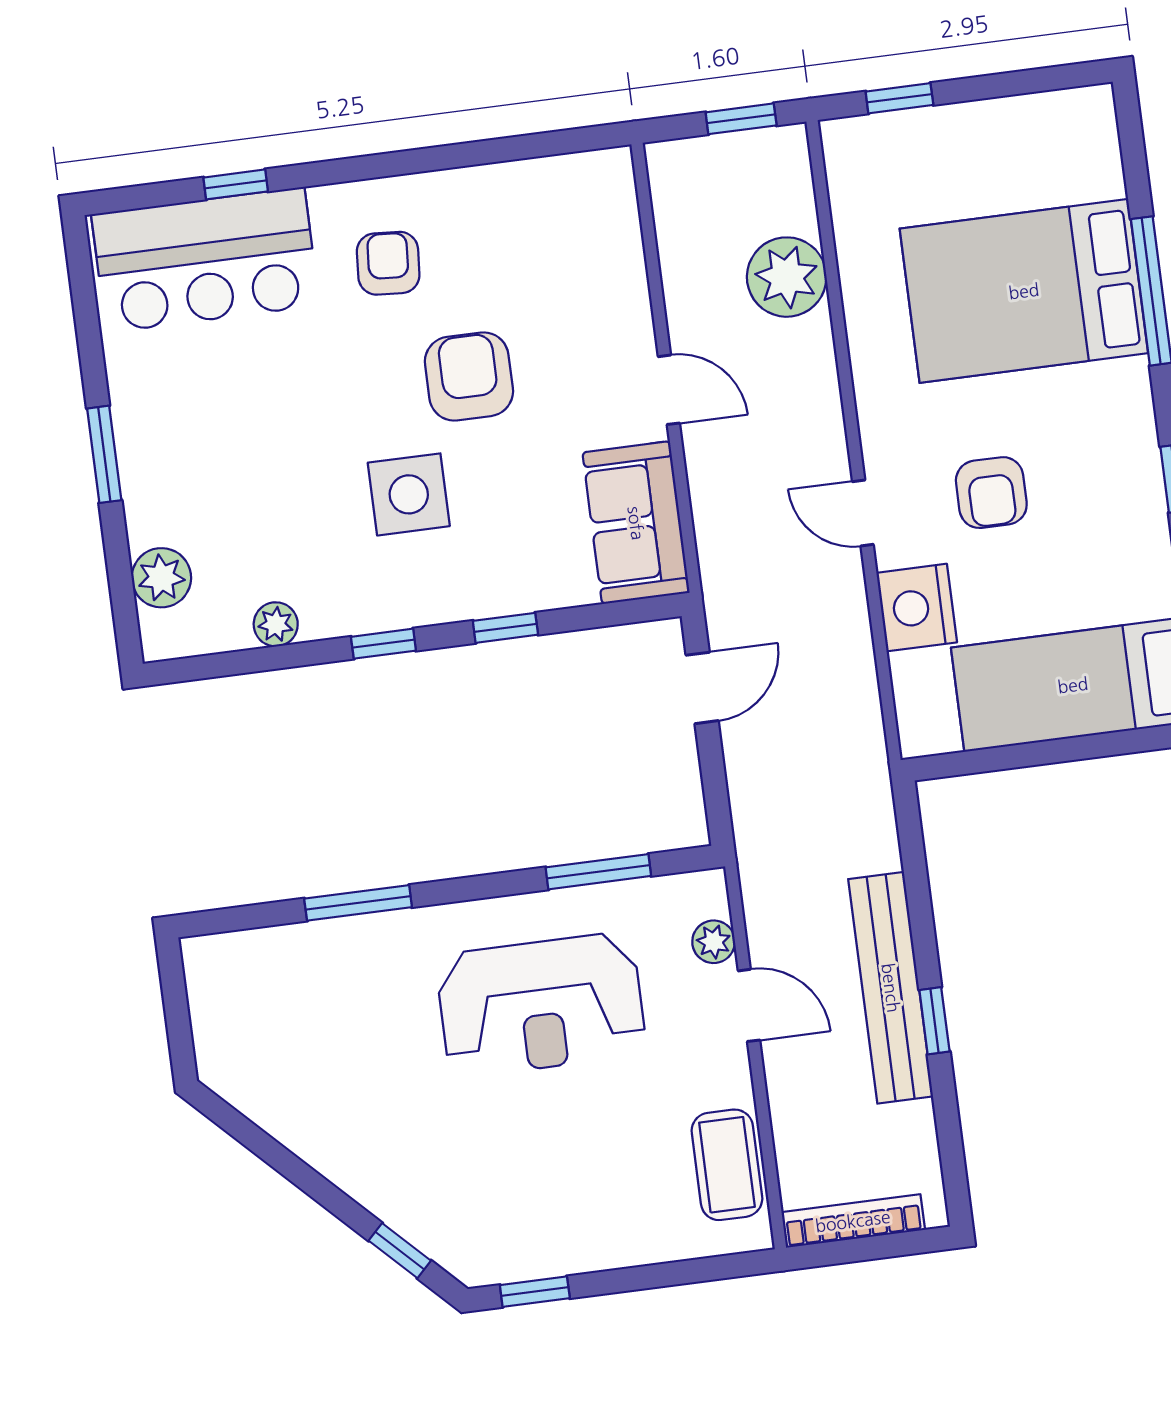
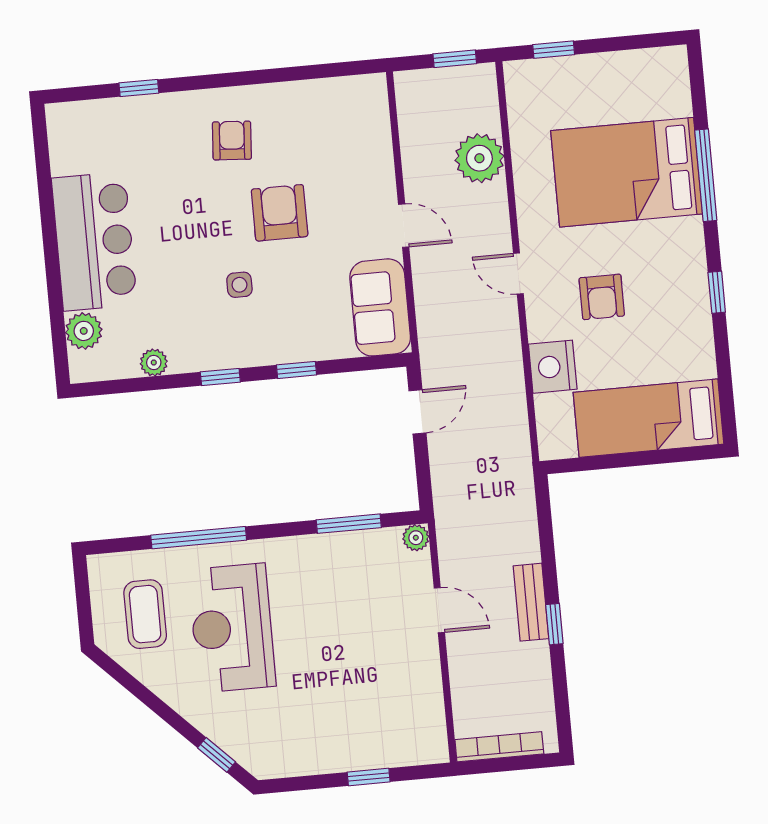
bar counter: (205, 260) -> (94, 241), moved, turned -90
window: (104, 454) -> (51, 253), removed
side table: (409, 494) -> (239, 285), width x0.54, depth x0.54
door: (863, 513) -> (518, 273), moved
window: (358, 903) -> (199, 538), width x1.44
plant: (714, 942) -> (416, 538), moved
bench: (891, 988) -> (531, 602), width x0.54, depth x0.82
reception desk: (541, 1005) -> (232, 628), moved, turned 90
coffee table: (727, 1165) -> (145, 614), moved
window: (535, 1292) -> (369, 777), moved

